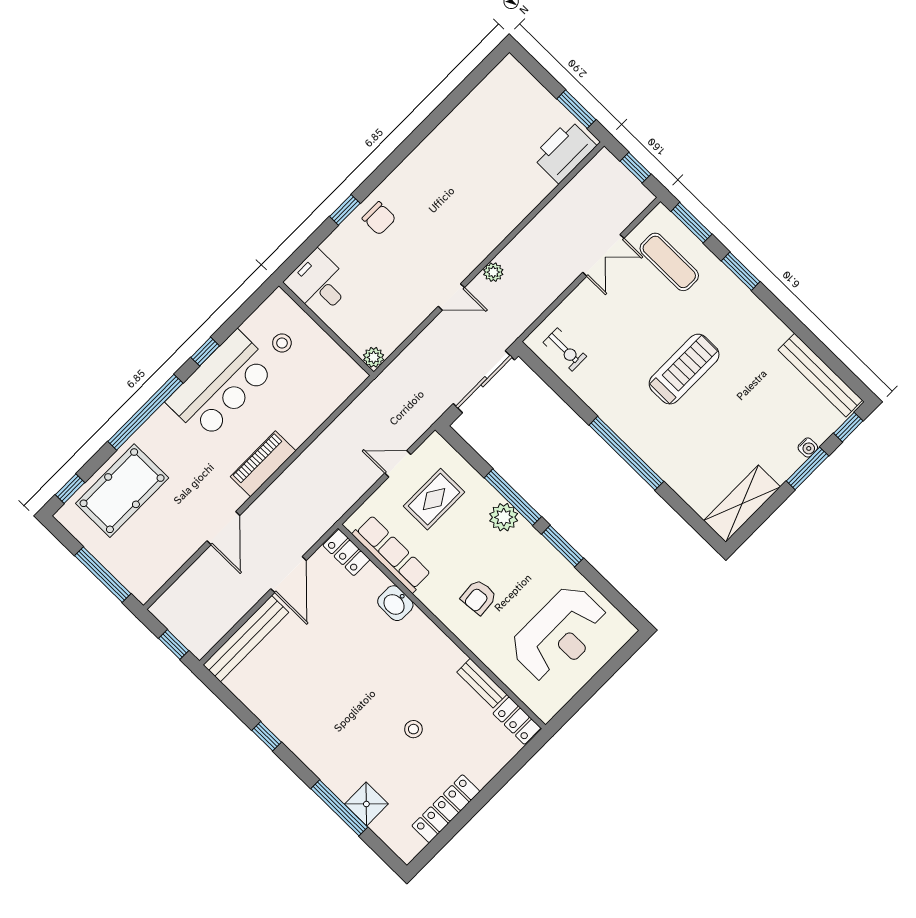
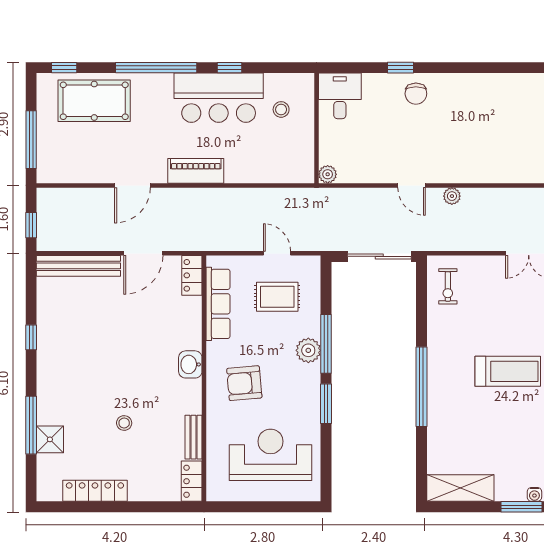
armchair: (479, 597) -> (244, 383), width x1.38, depth x1.38
washbasin: (395, 603) -> (190, 364), moved
reception desk: (559, 634) -> (270, 455), turned 180

